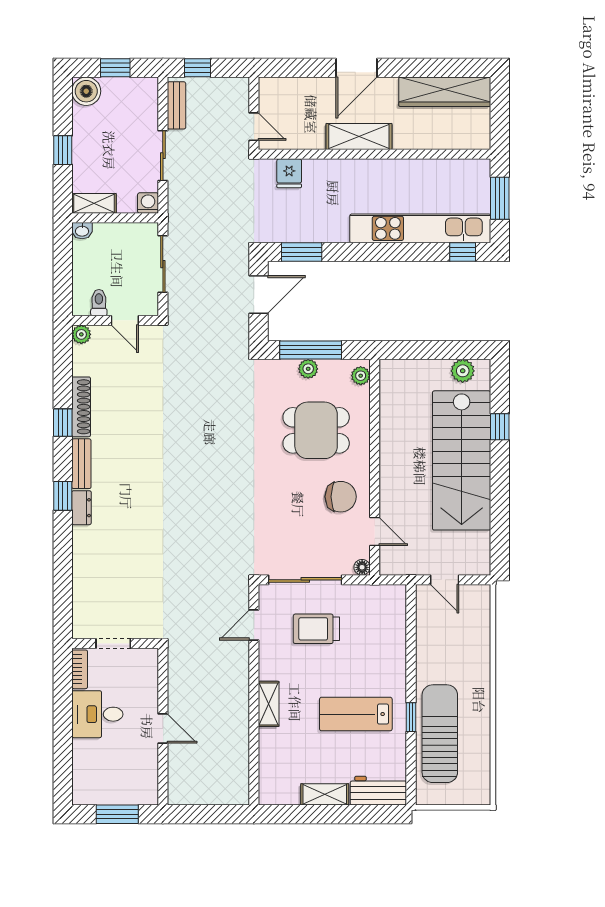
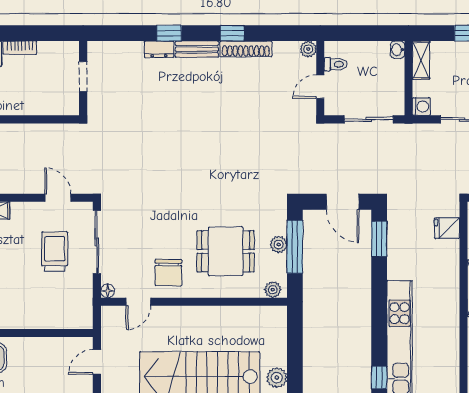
dining table: (316, 430) -> (226, 251), turned 90
doorway: (113, 644) -> (83, 77), moved
wall: (115, 644) -> (83, 78), moved

